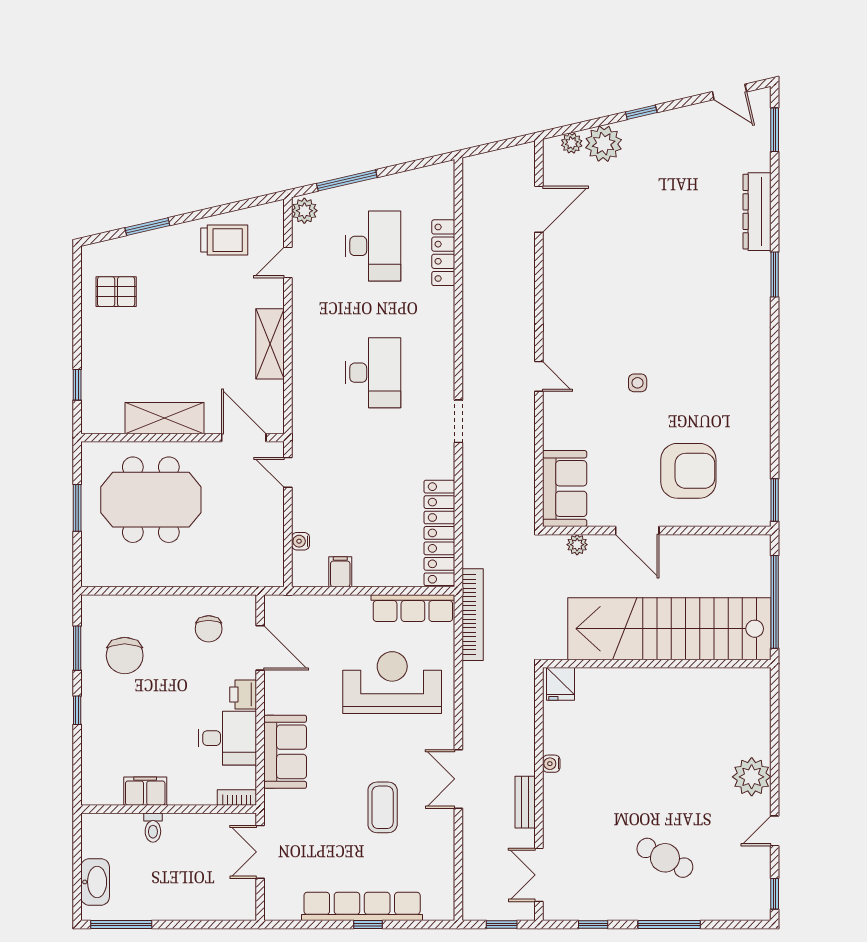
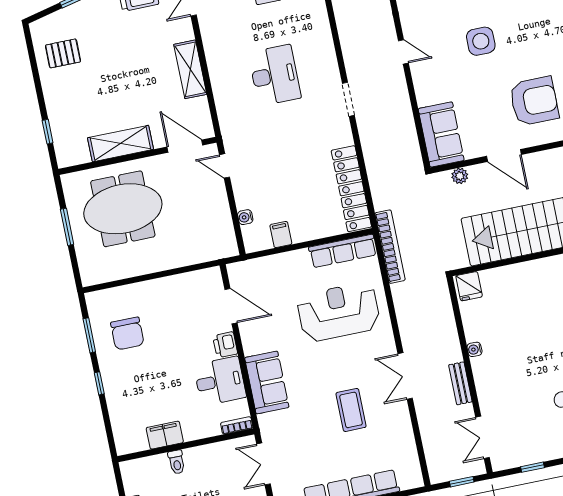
side table: (638, 383) -> (481, 41), width x1.87, depth x1.87
chair: (209, 629) -> (188, 299), removed

